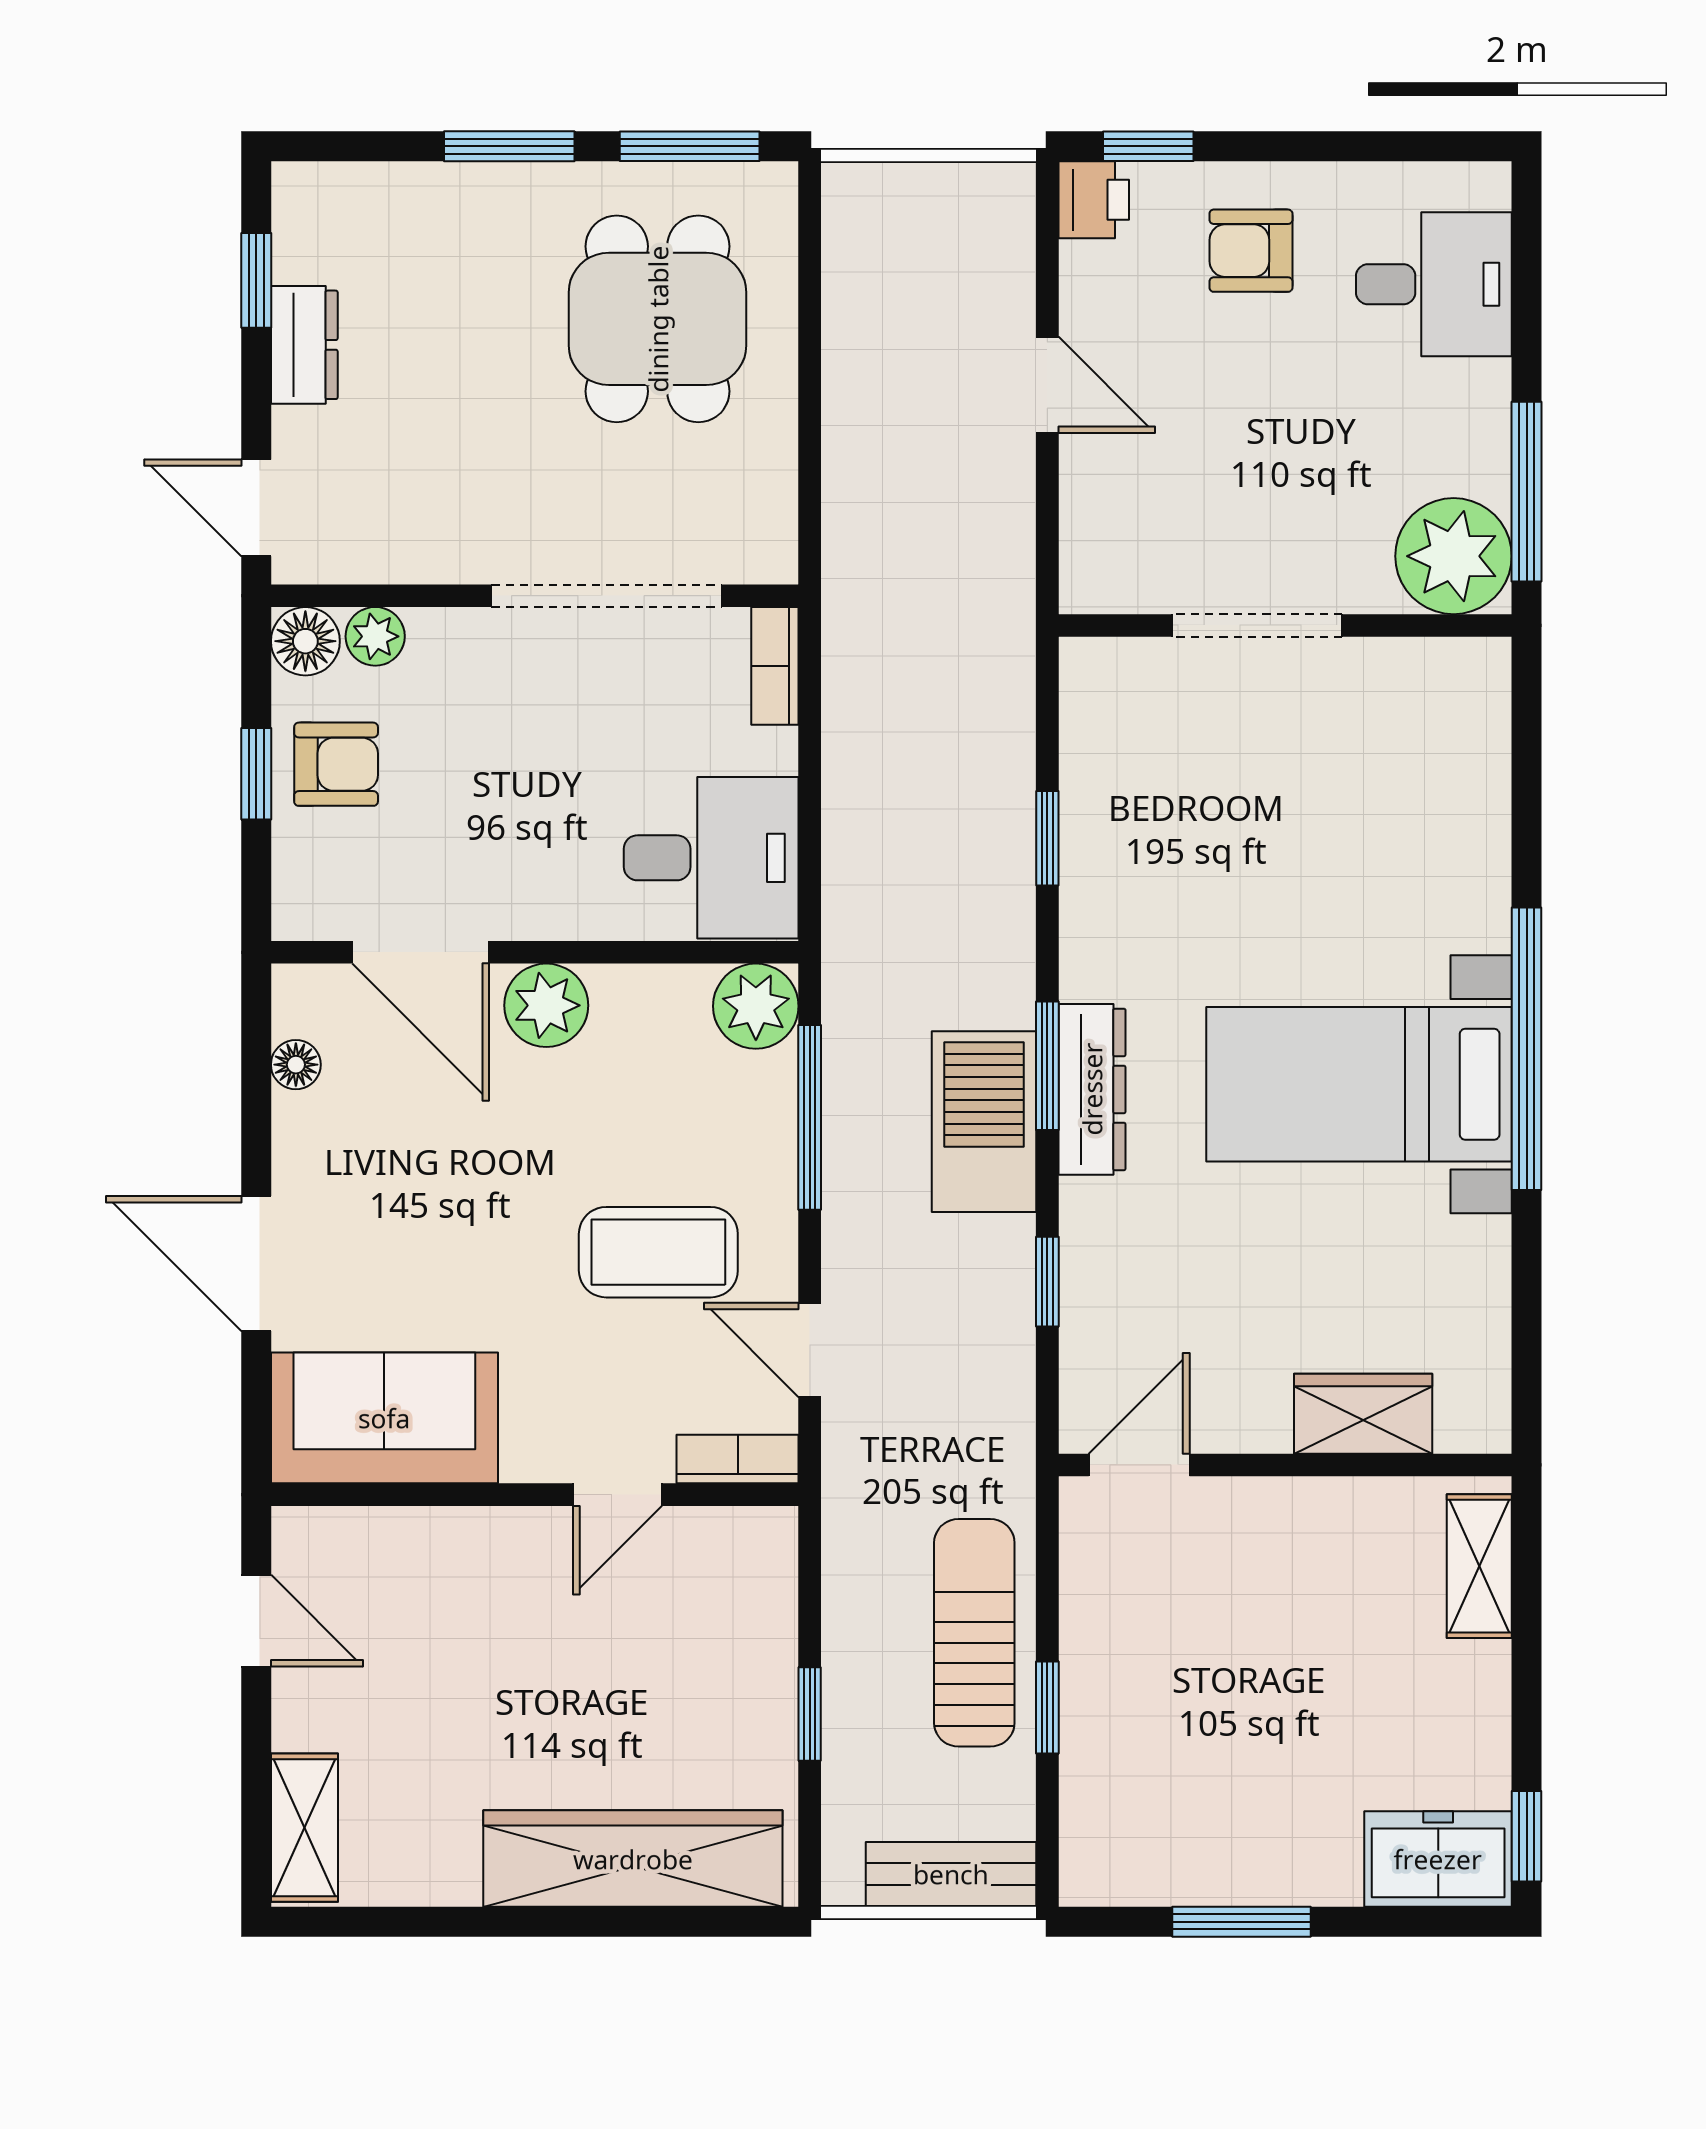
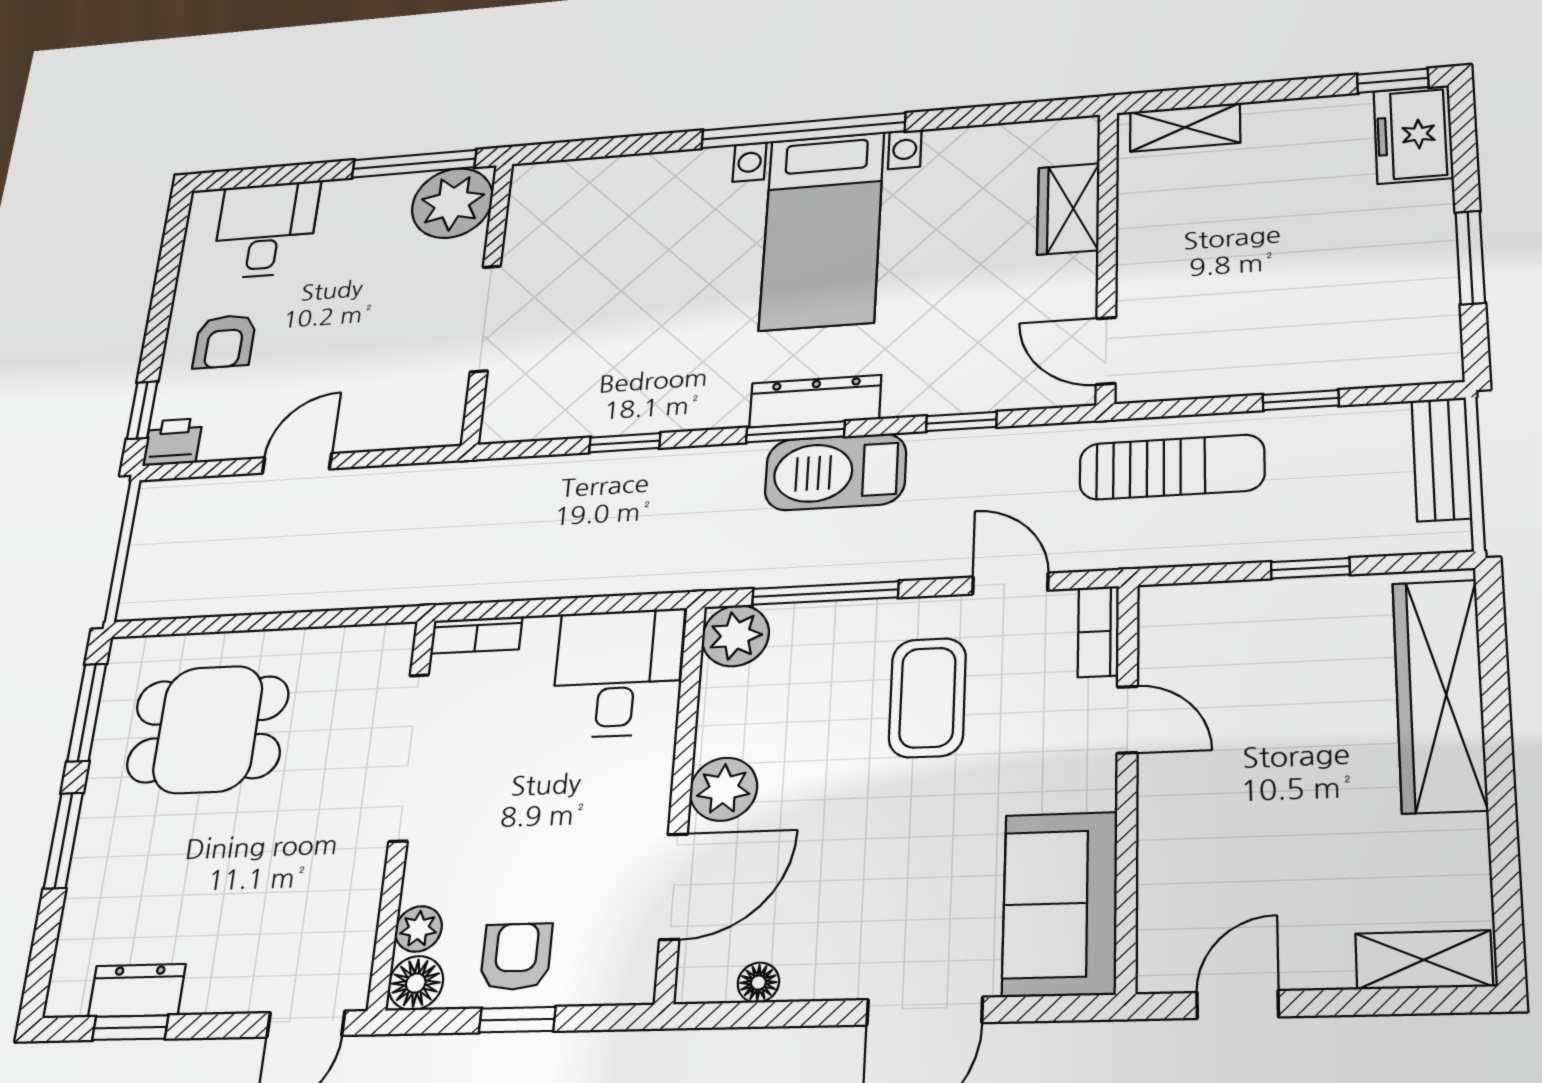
dresser: (304, 345) -> (137, 990), moved
door: (810, 1350) -> (1010, 584), swing flipped
sun lounger: (974, 1633) -> (1172, 467), moved, turned 180

